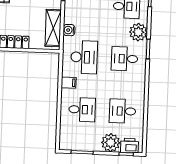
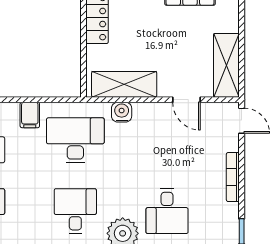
desk: (84, 57) -> (75, 140), turned 180

